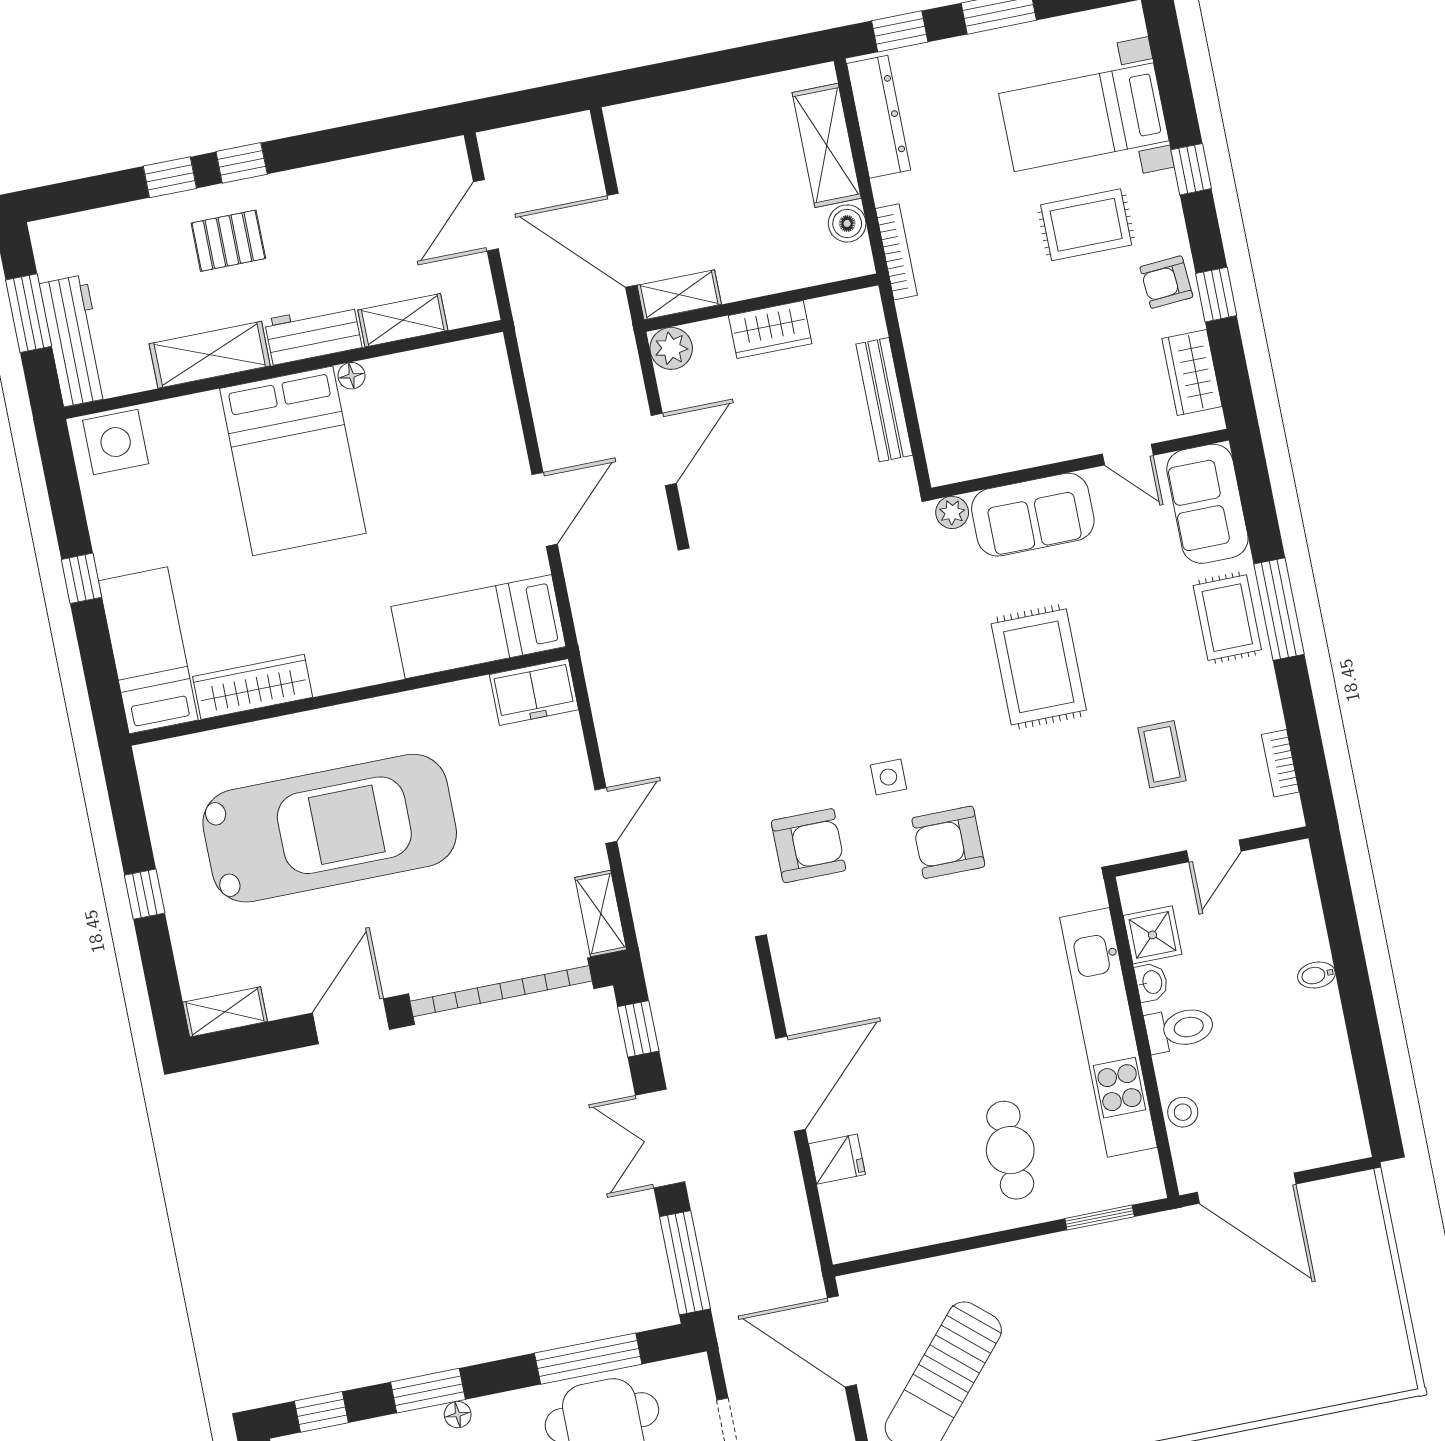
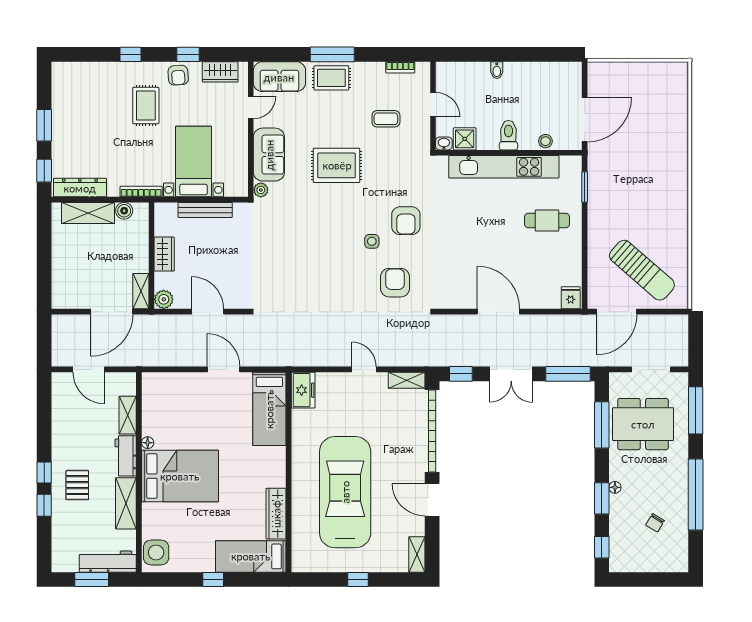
bed with nightstands: (1084, 117) -> (193, 162), moved, turned 180
washbasin: (1152, 982) -> (444, 143), moved
fridge: (837, 1159) -> (571, 298), moved

